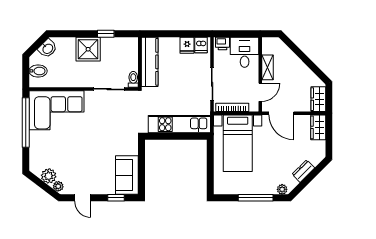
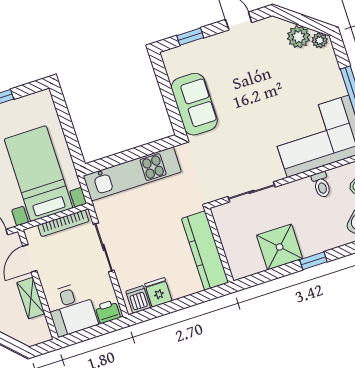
window: (106, 34) -> (313, 261), moved
shower: (88, 49) -> (280, 247), moved
toilet: (133, 79) -> (321, 185), moved
sofa: (127, 175) -> (194, 104), moved
plant: (58, 186) -> (320, 40), moved

